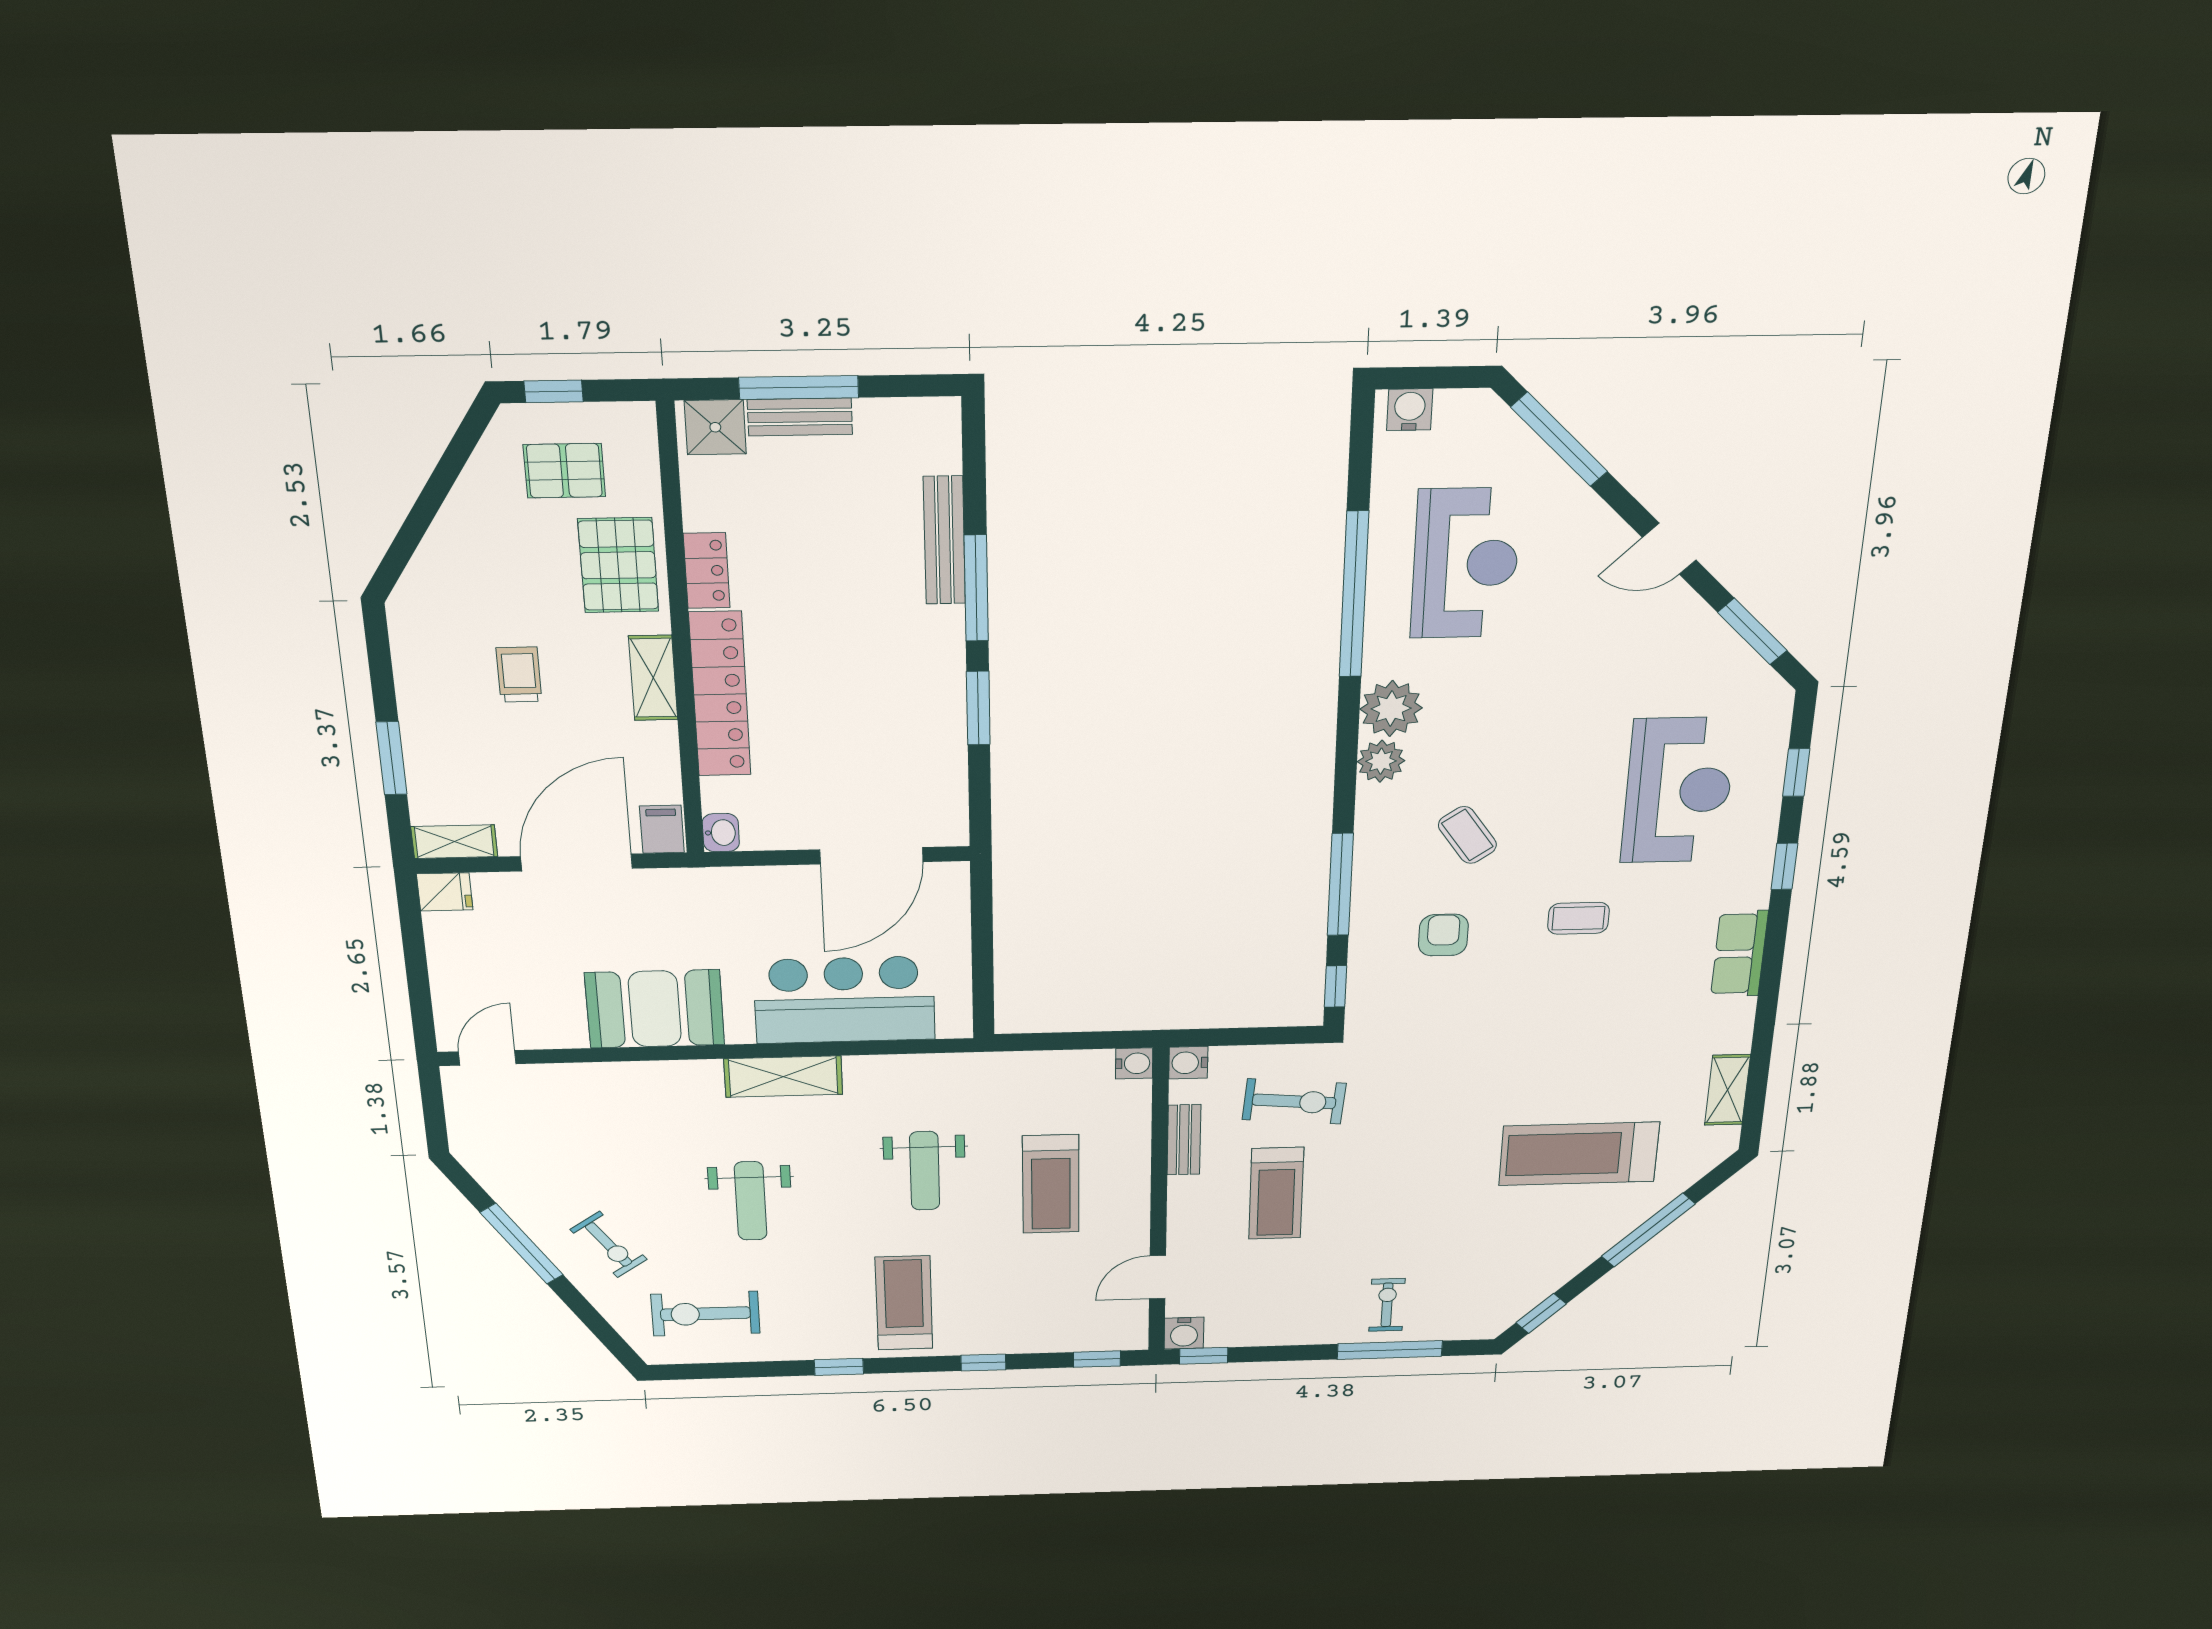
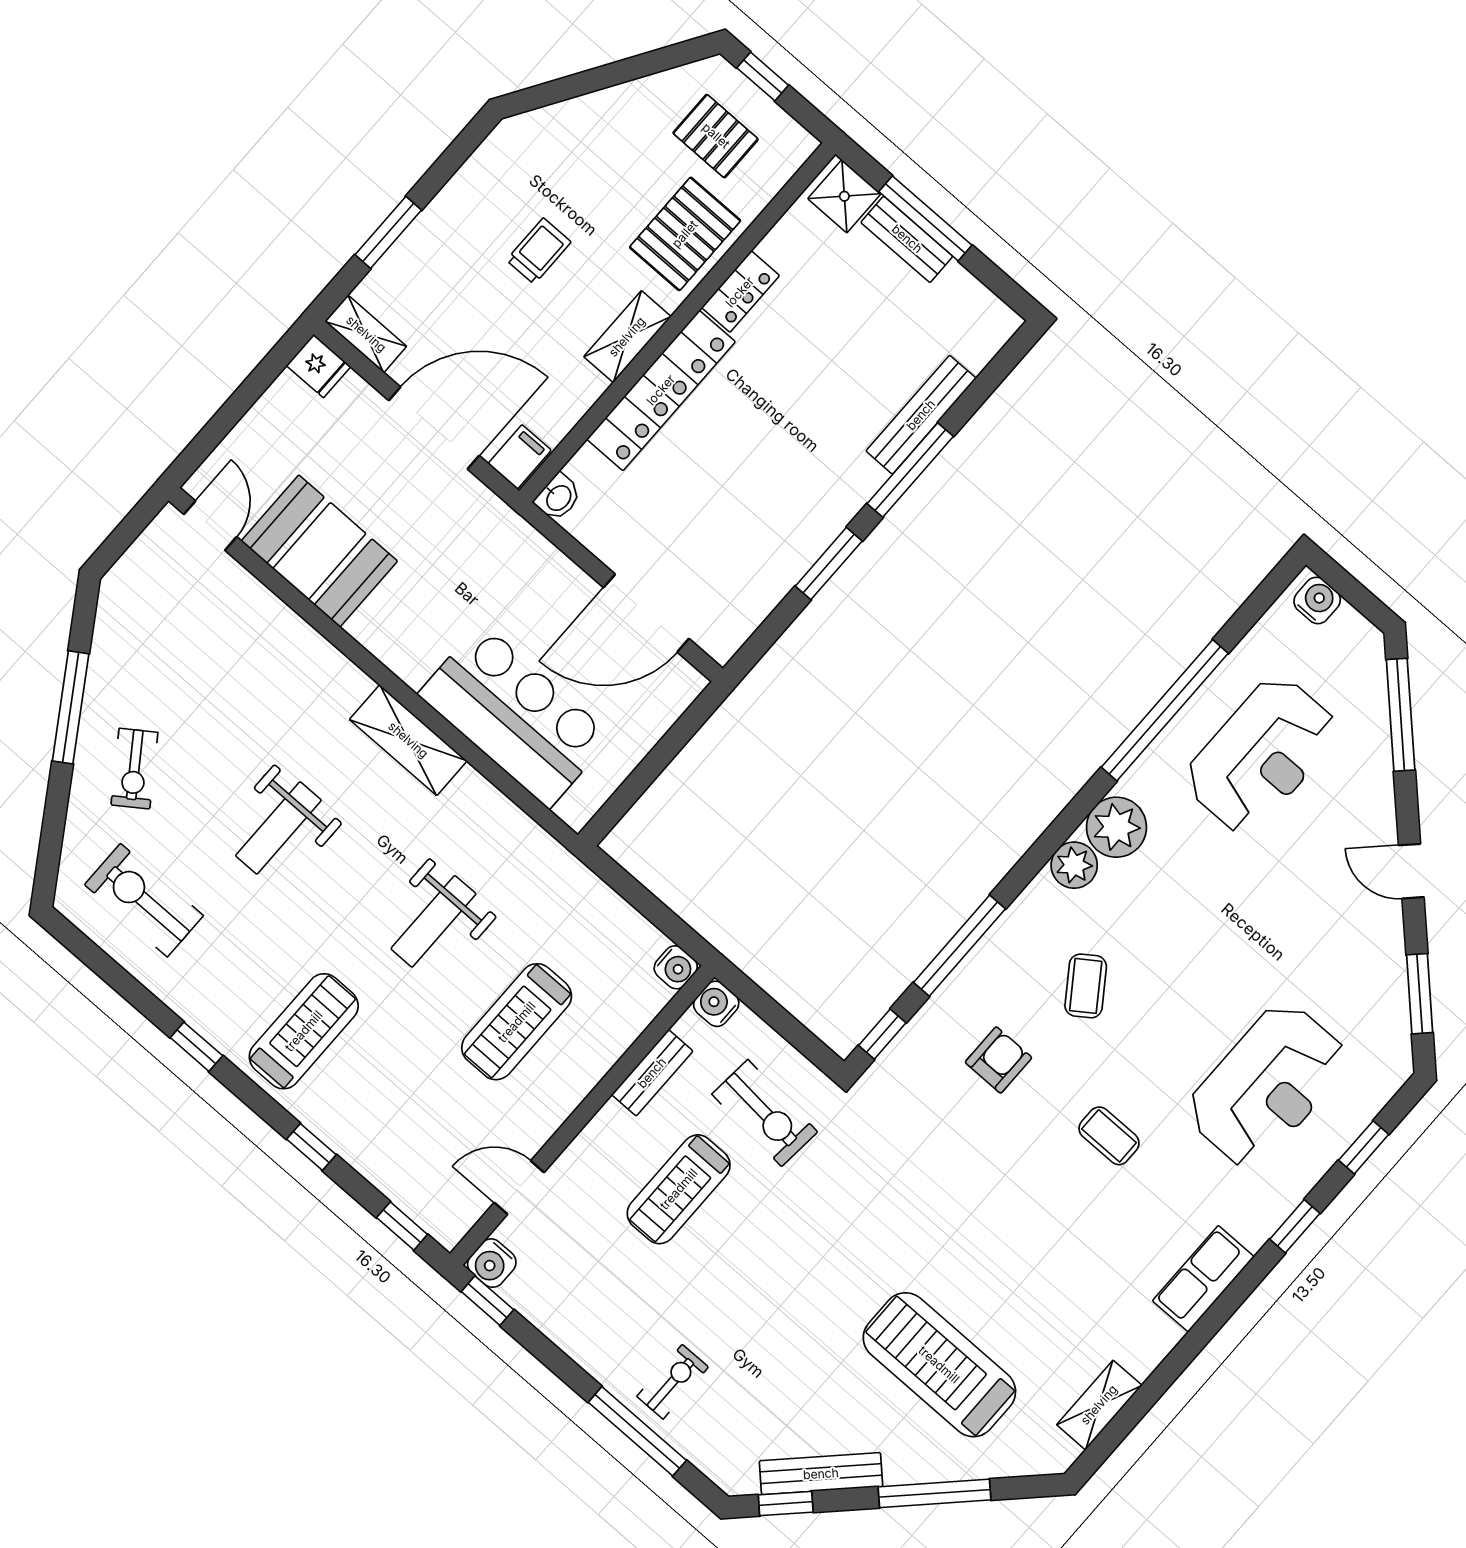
booth: (655, 1009) -> (319, 551), moved
door: (487, 1058) -> (210, 526), hinge flipped
bench: (1551, 1279) -> (821, 1474), added

